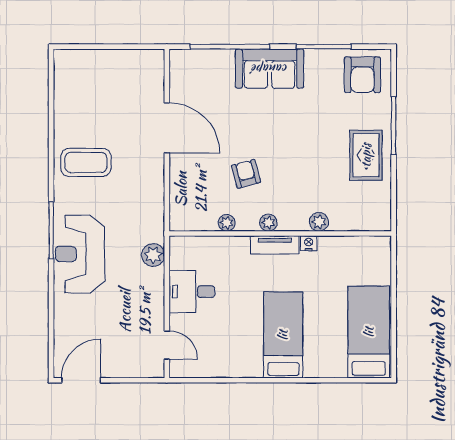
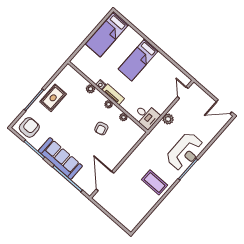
sofa: (270, 69) -> (60, 159), width x1.36
door: (167, 128) -> (105, 181), moved
plant: (153, 255) -> (168, 119), moved
desk: (192, 292) -> (146, 116), moved

